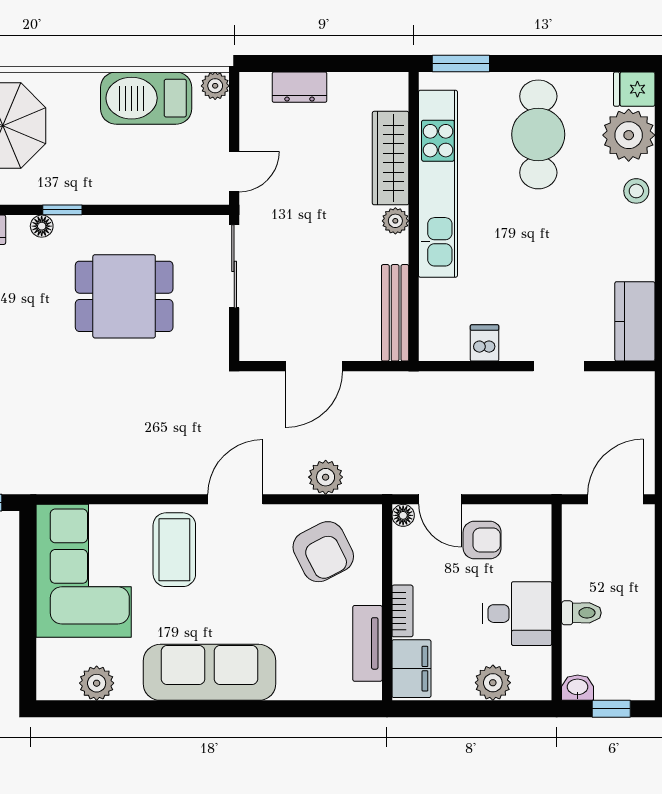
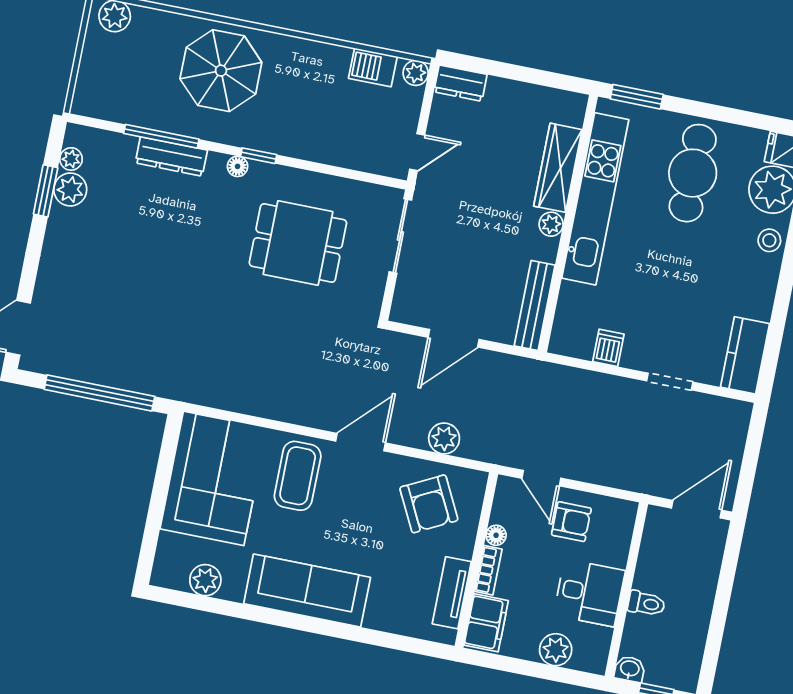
dresser: (300, 87) -> (460, 83), moved
barbecue: (146, 98) -> (373, 67), width x0.53, depth x0.65
floor lamp: (403, 515) -> (496, 535), moved

